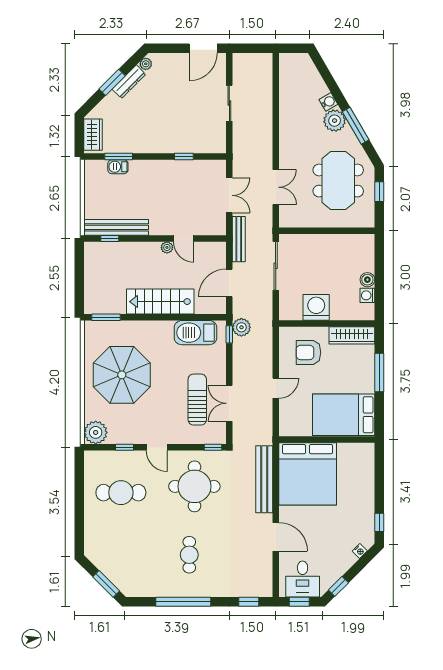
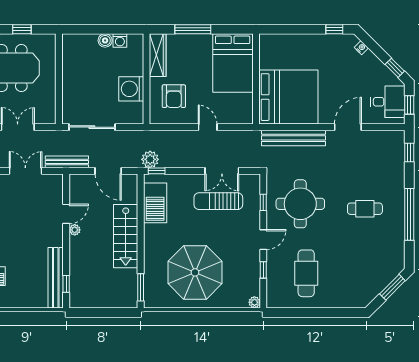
plant: (96, 432) -> (254, 302), width x0.53, depth x0.53
window: (213, 447) -> (263, 202), moved

